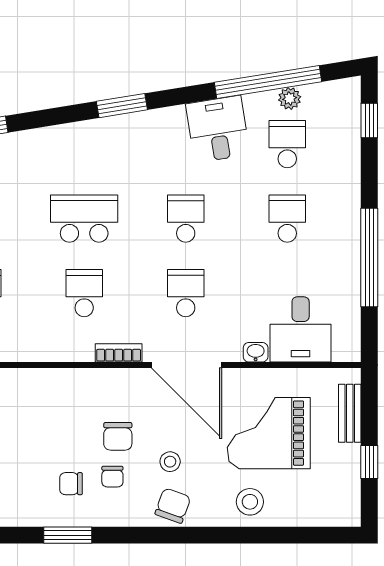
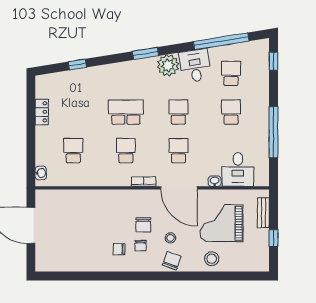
plant: (290, 98) -> (168, 65), moved, width x1.88, depth x1.88
window: (68, 535) -> (117, 276), removed

